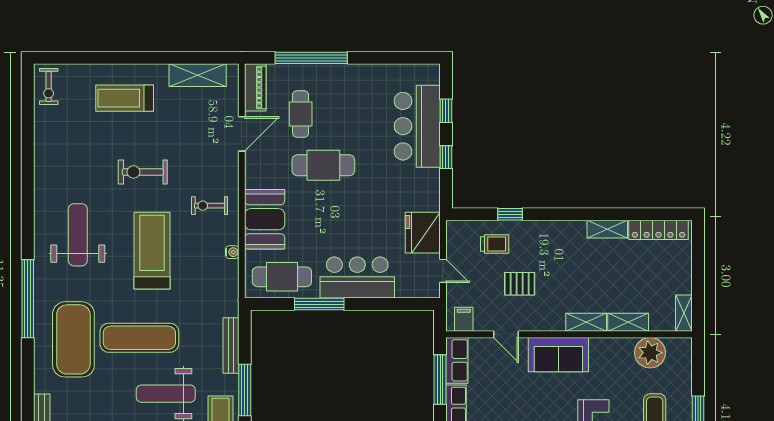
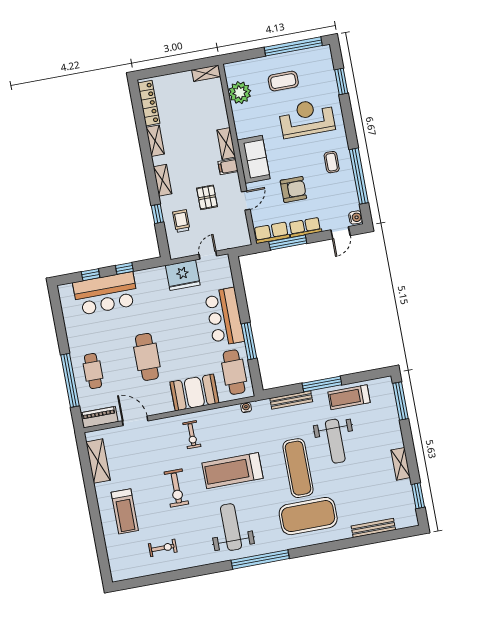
exercise bike: (49, 87) -> (163, 548), moved
cafe table: (301, 114) -> (93, 371), moved, turned 90
weight bench: (78, 235) -> (231, 527), turned 90
water cooler: (232, 252) -> (246, 407), moved
window: (28, 299) -> (260, 559), moved
filing cabinet: (464, 319) -> (228, 167), moved
shelving: (628, 322) -> (163, 180), moved
armchair: (509, 400) -> (293, 189), added

